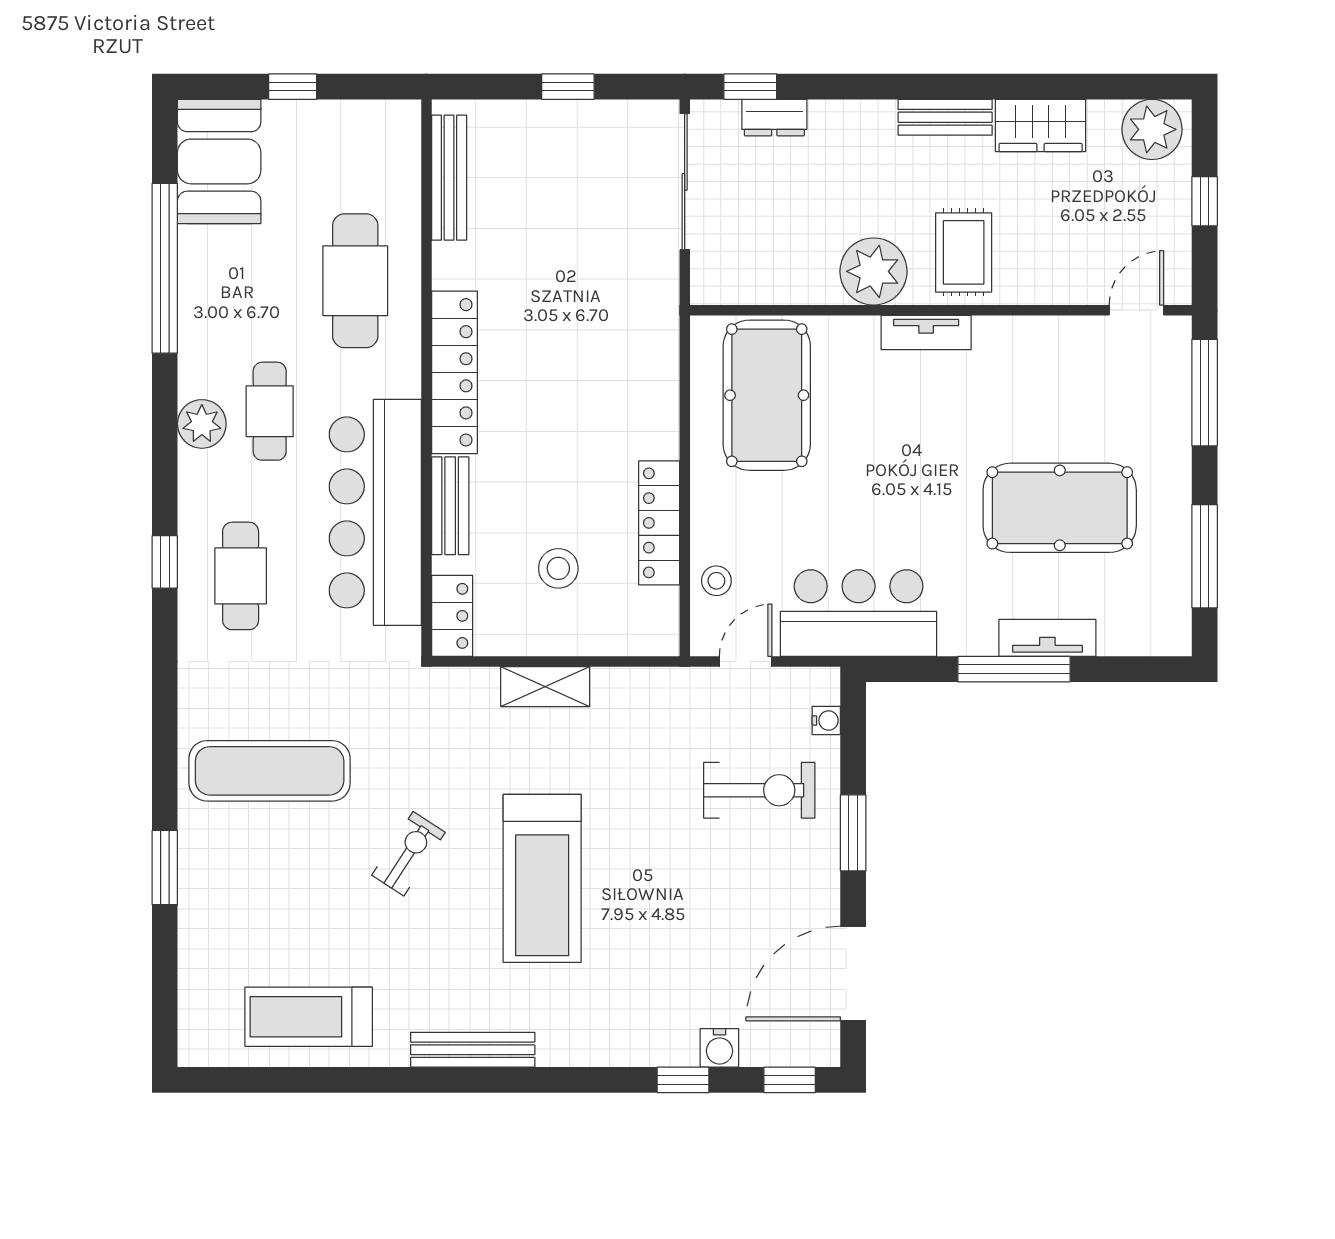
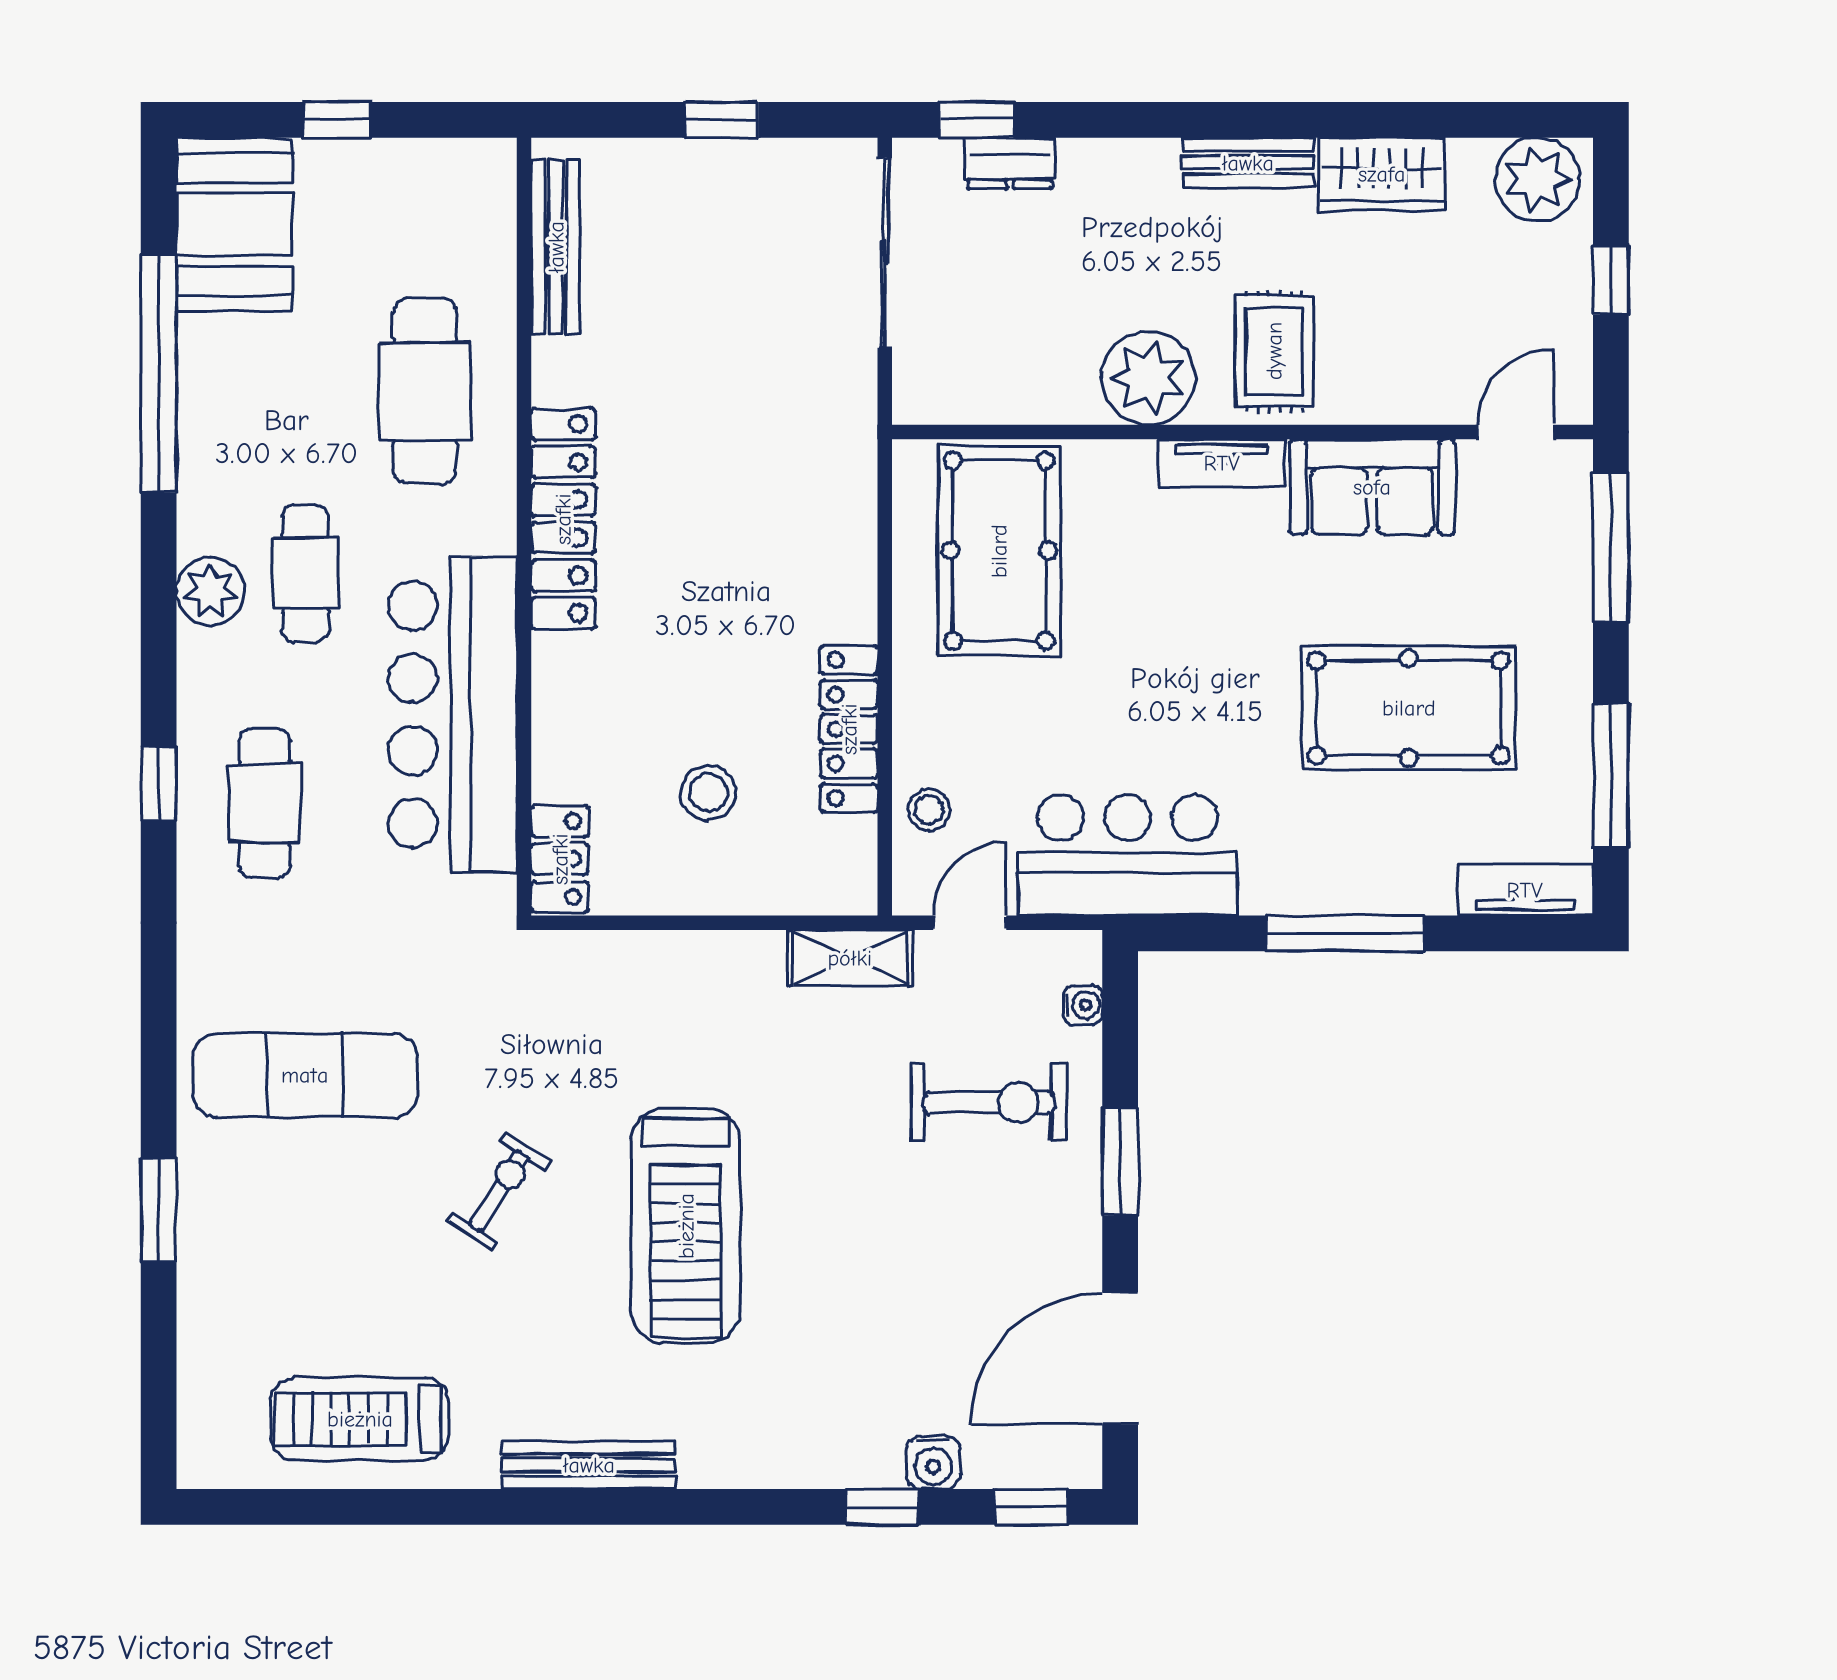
sofa: (1034, 349) -> (1372, 487), added
bench: (450, 506) -> (557, 705), removed
tv unit: (1047, 638) -> (1525, 890), moved
shelving: (545, 687) -> (850, 958), moved

